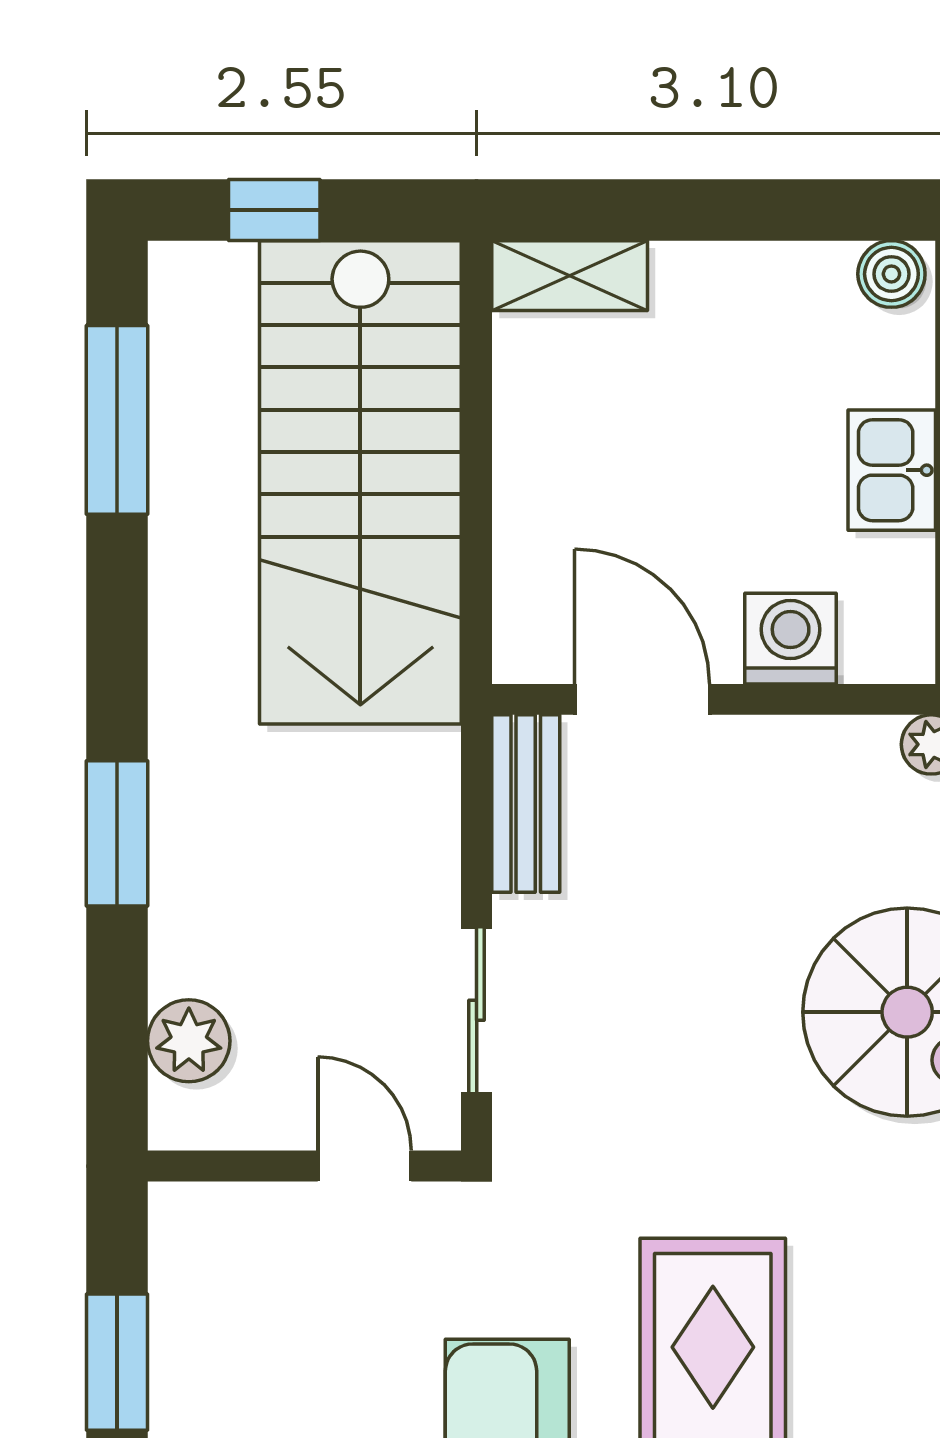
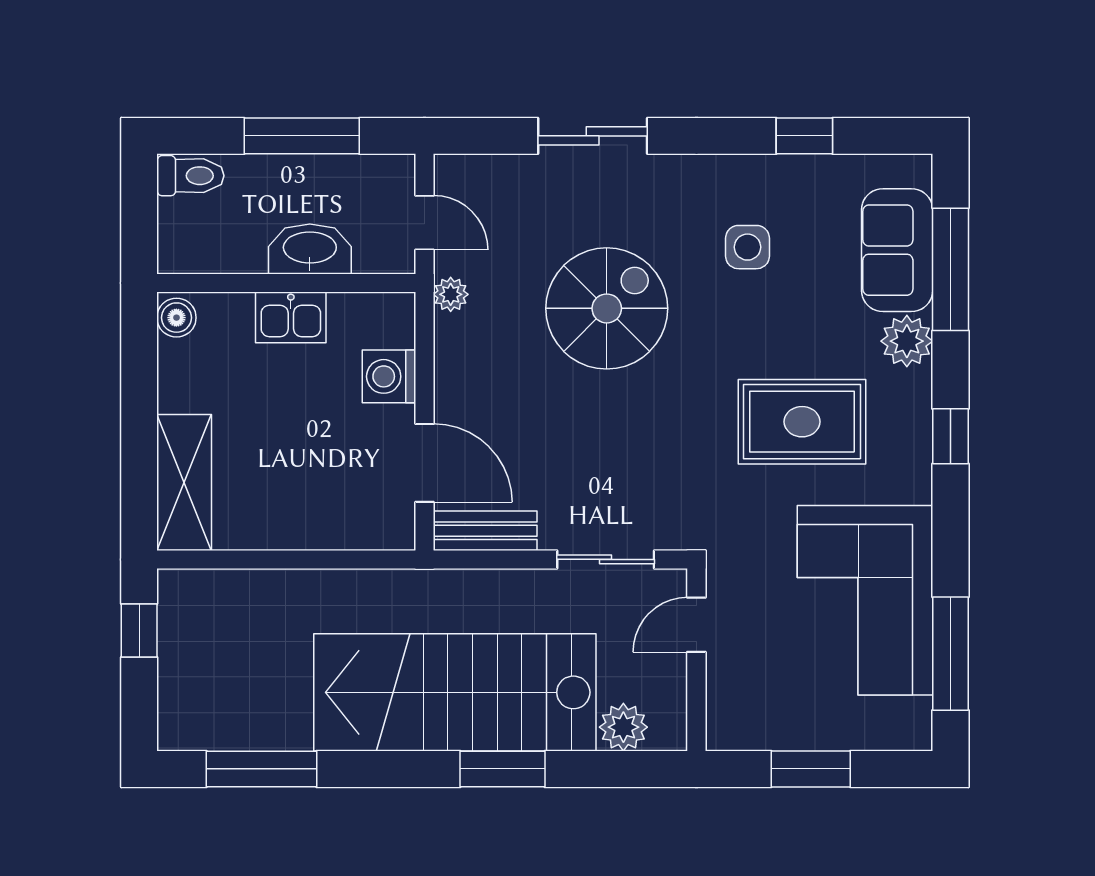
window: (274, 210) -> (139, 630), moved
shelving: (570, 276) -> (184, 482), width x1.50, depth x1.33
stairs: (360, 482) -> (455, 692), moved, turned 180
door: (642, 699) -> (424, 463), swing flipped

